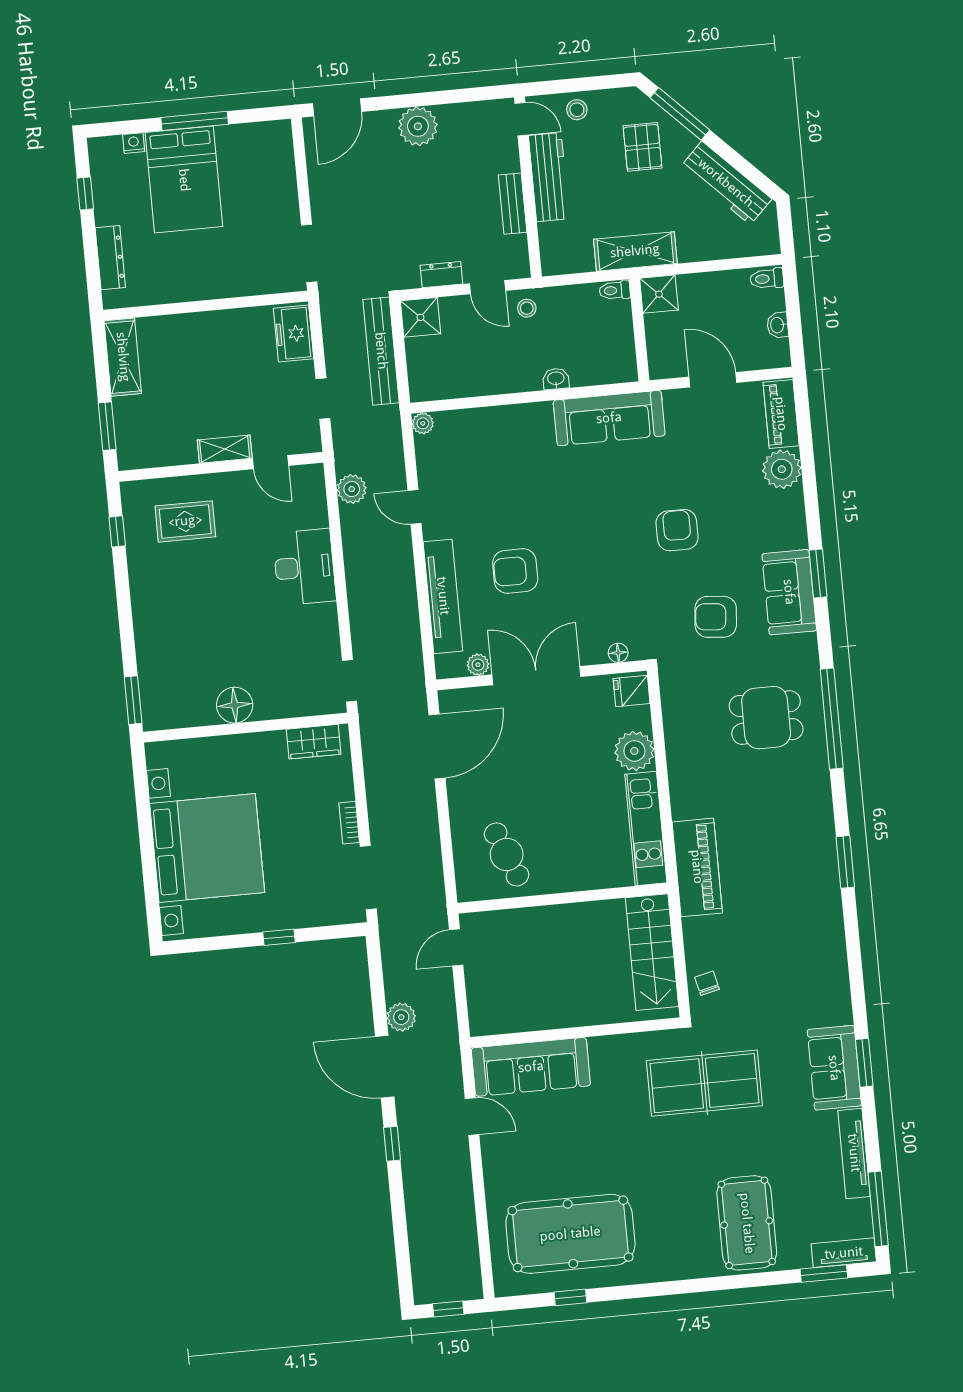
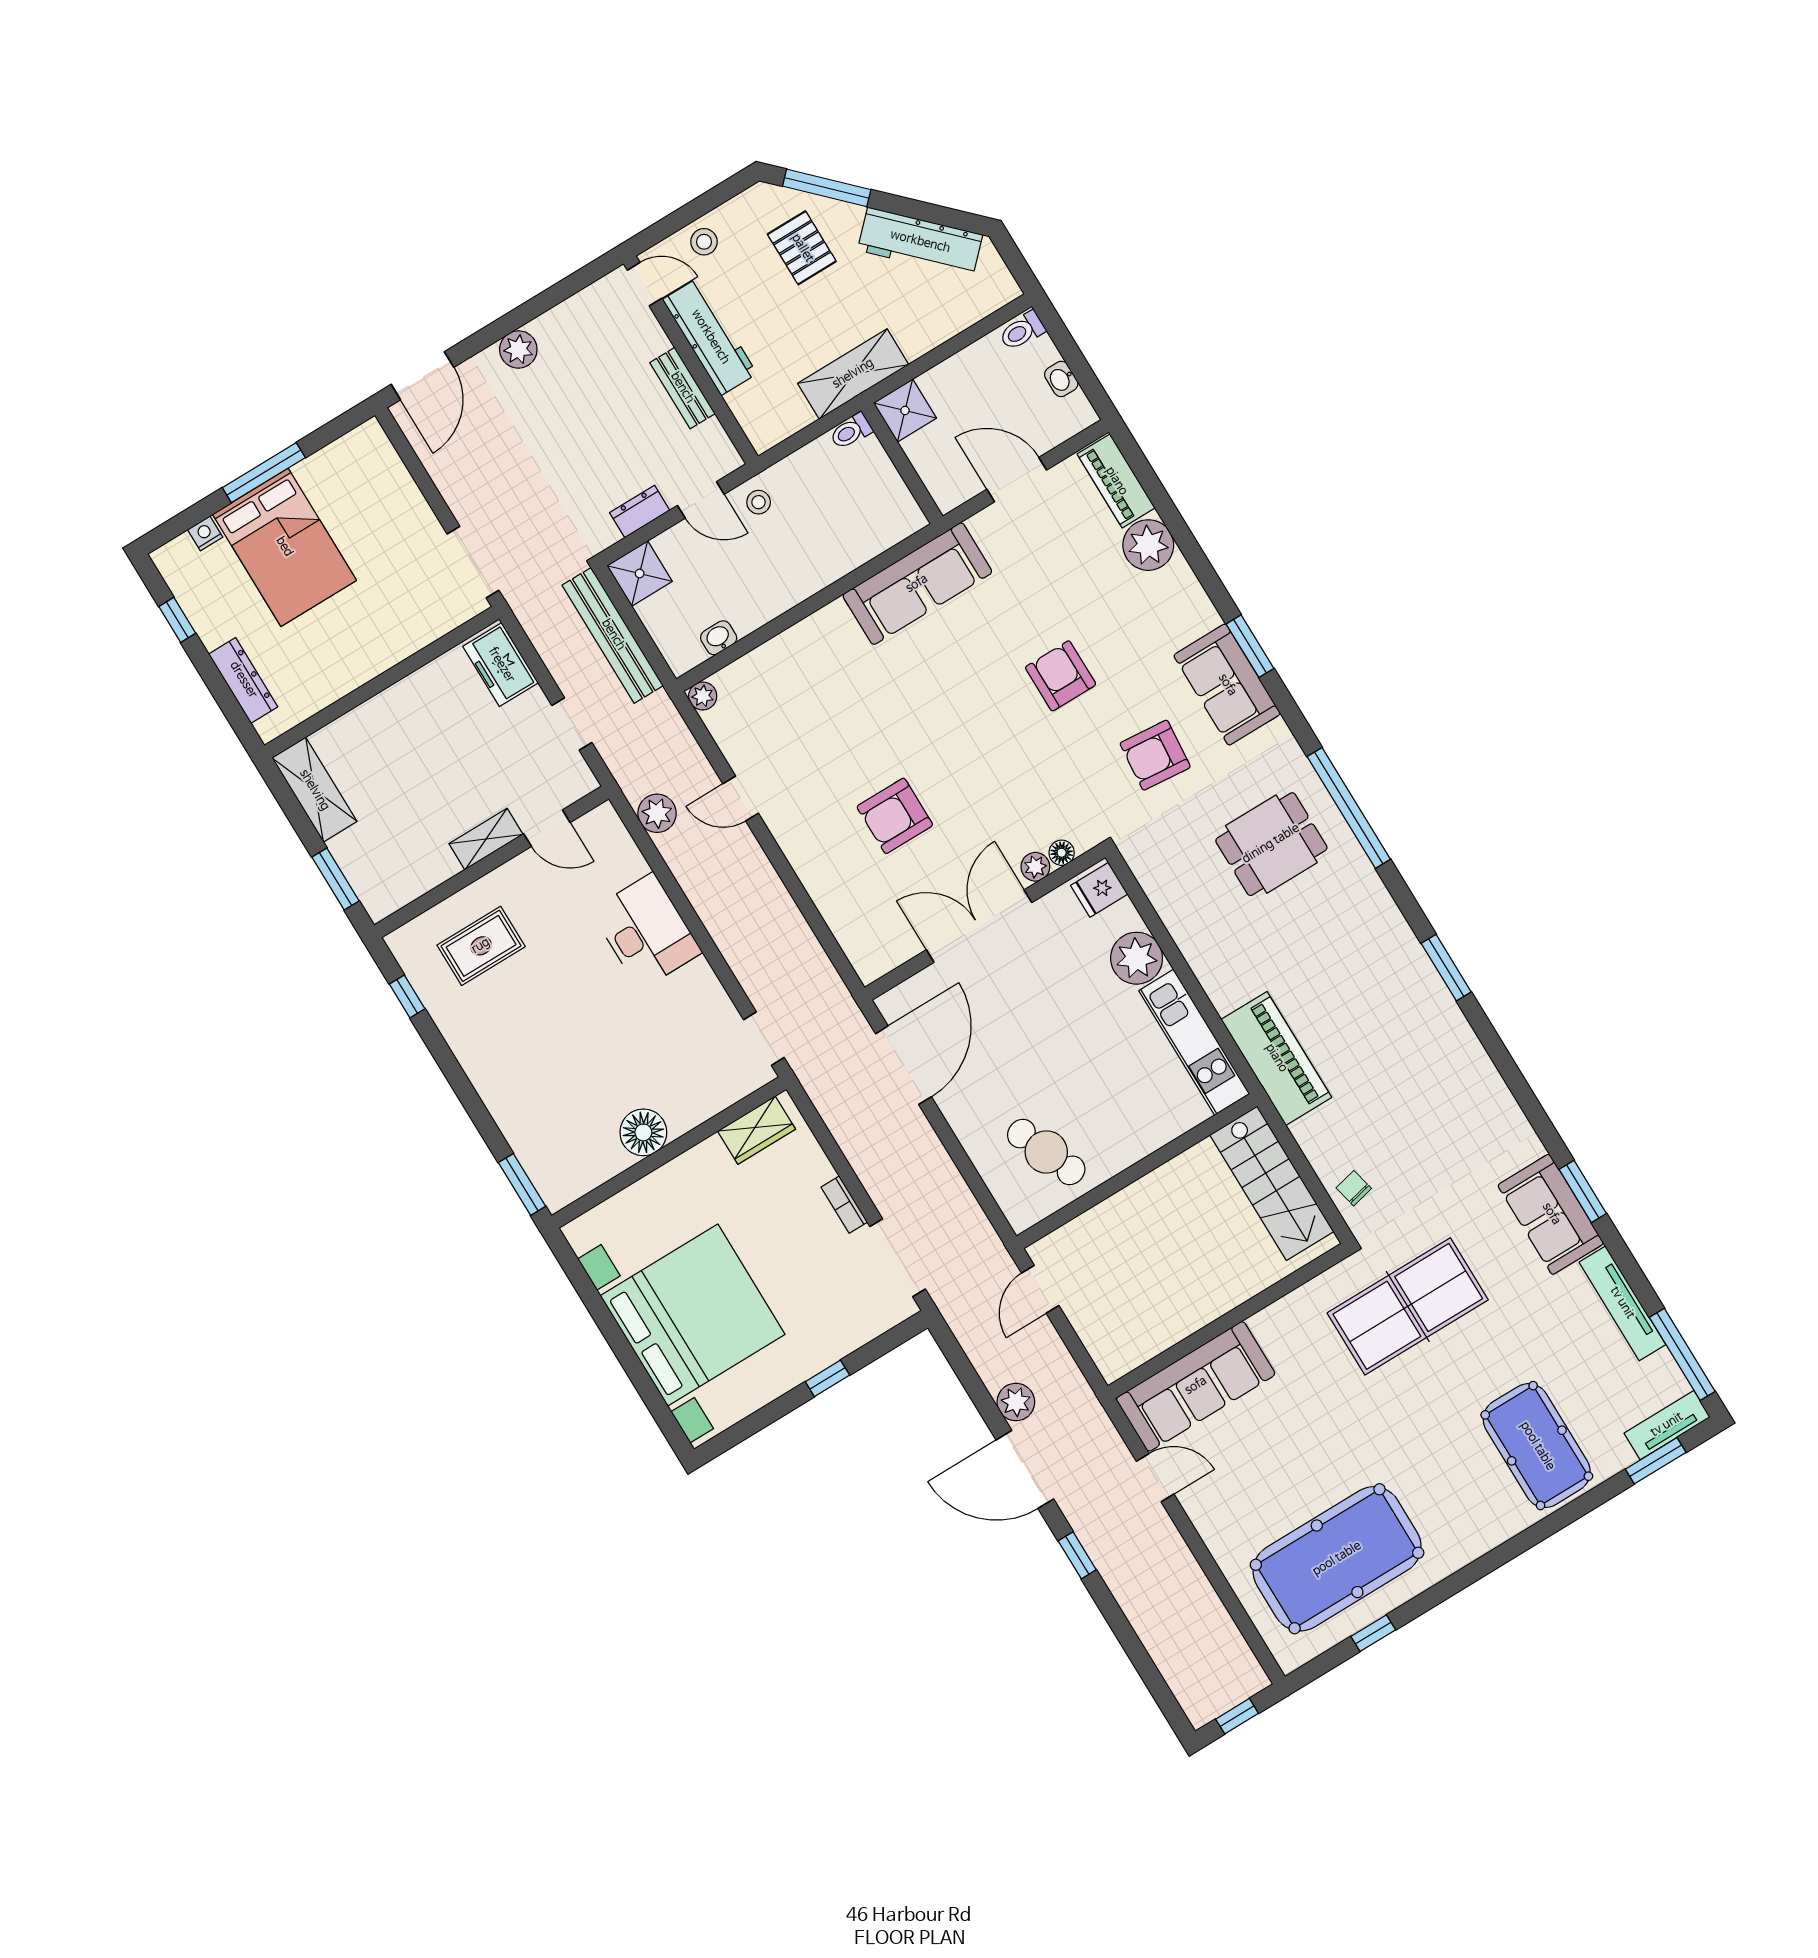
plant: (418, 126) -> (518, 349), width x0.73, depth x0.73
washbasin: (556, 379) -> (719, 638), moved
tv unit: (443, 596) -> (825, 887), removed
plant: (478, 665) -> (1035, 867), moved

